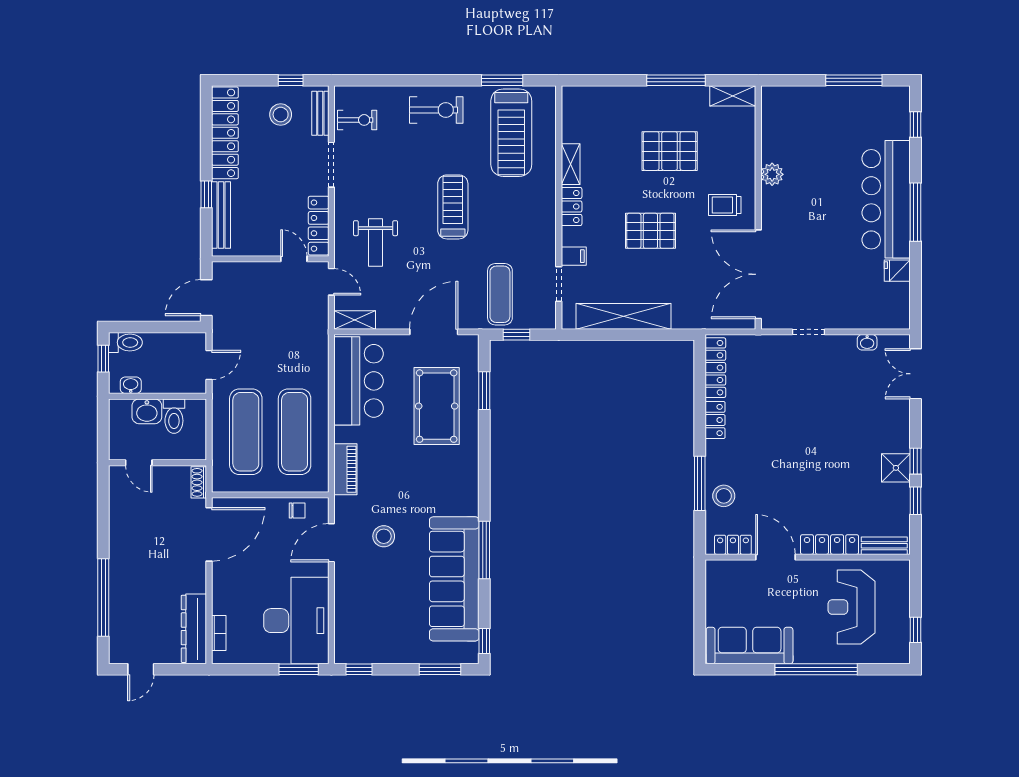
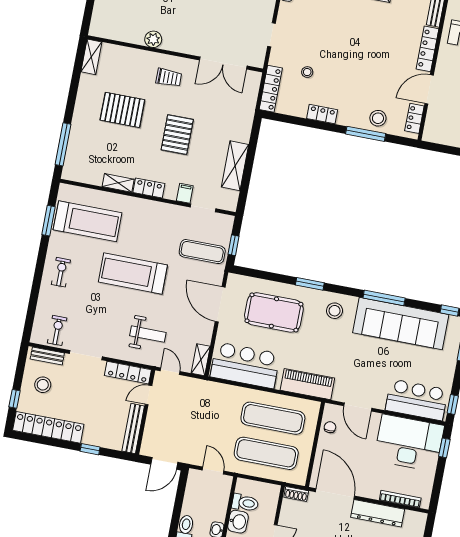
window: (291, 80) -> (14, 399), moved
window: (676, 80) -> (63, 144), moved
exercise bike: (436, 110) -> (61, 272), width x0.73, depth x0.72
pallet: (670, 151) -> (122, 110), turned 90
trolley: (725, 205) -> (169, 78), turned -90
treadmill: (453, 207) -> (133, 274), width x1.37, depth x1.38
bench: (221, 215) -> (133, 429), moved, turned 90
double door: (758, 274) -> (223, 63), width x0.73
door: (331, 282) -> (170, 371), hinge flipped
door: (206, 298) -> (164, 463), hinge flipped
shelving: (623, 316) -> (235, 166), width x0.68
locker: (715, 368) -> (271, 89), moved, turned 90
stool: (768, 389) -> (307, 72), added
window: (484, 391) -> (310, 284), moved
piano: (345, 469) -> (307, 384), width x1.37, depth x1.33
stool: (384, 536) -> (335, 311), moved
bar counter: (356, 620) -> (417, 400), added
dresser: (194, 629) -> (378, 513), moved
bookcase: (219, 633) -> (400, 499), width x1.56
window: (299, 669) -> (444, 448), width x0.67

